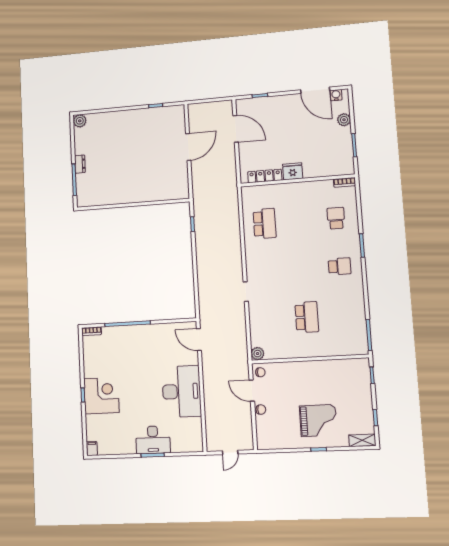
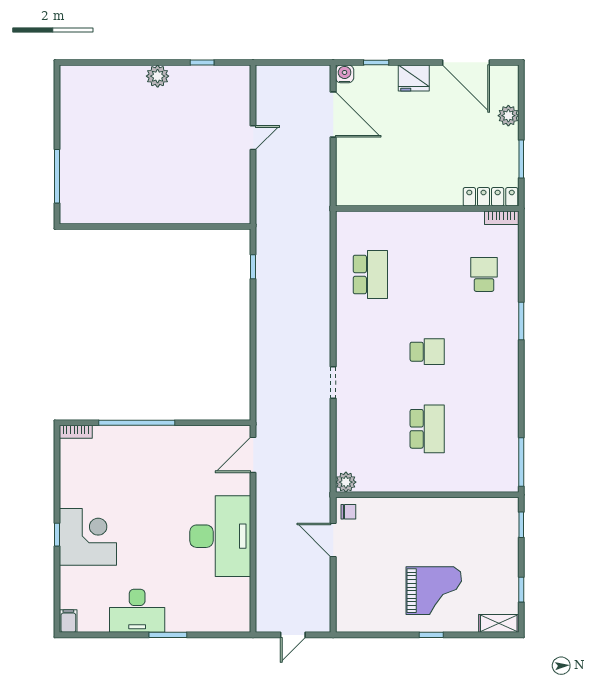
water cooler: (336, 95) -> (345, 74), moved
plant: (80, 121) -> (158, 76), moved
door: (188, 147) -> (253, 138), width x0.53
dresser: (80, 164) -> (68, 151), removed
fridge: (293, 171) -> (414, 78), moved, turned 180
locker: (265, 176) -> (491, 197), moved
school desk: (340, 266) -> (427, 352), moved
door: (199, 340) -> (253, 455), hinge flipped
chair: (261, 410) -> (345, 570), removed
desk: (153, 440) -> (137, 611), moved

